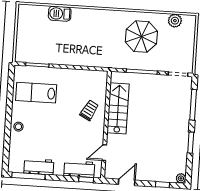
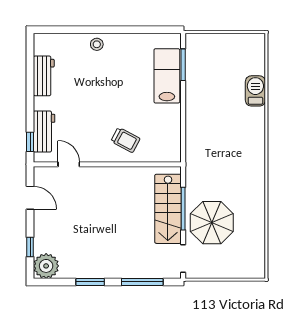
plant: (175, 21) -> (256, 250), removed
parasol: (141, 37) -> (212, 223), moved
lab bench: (36, 93) -> (167, 76), moved
stairs: (118, 108) -> (168, 209), moved, turned 90
window: (28, 176) -> (30, 62), removed
plant: (181, 178) -> (46, 266), width x1.88, depth x1.88

